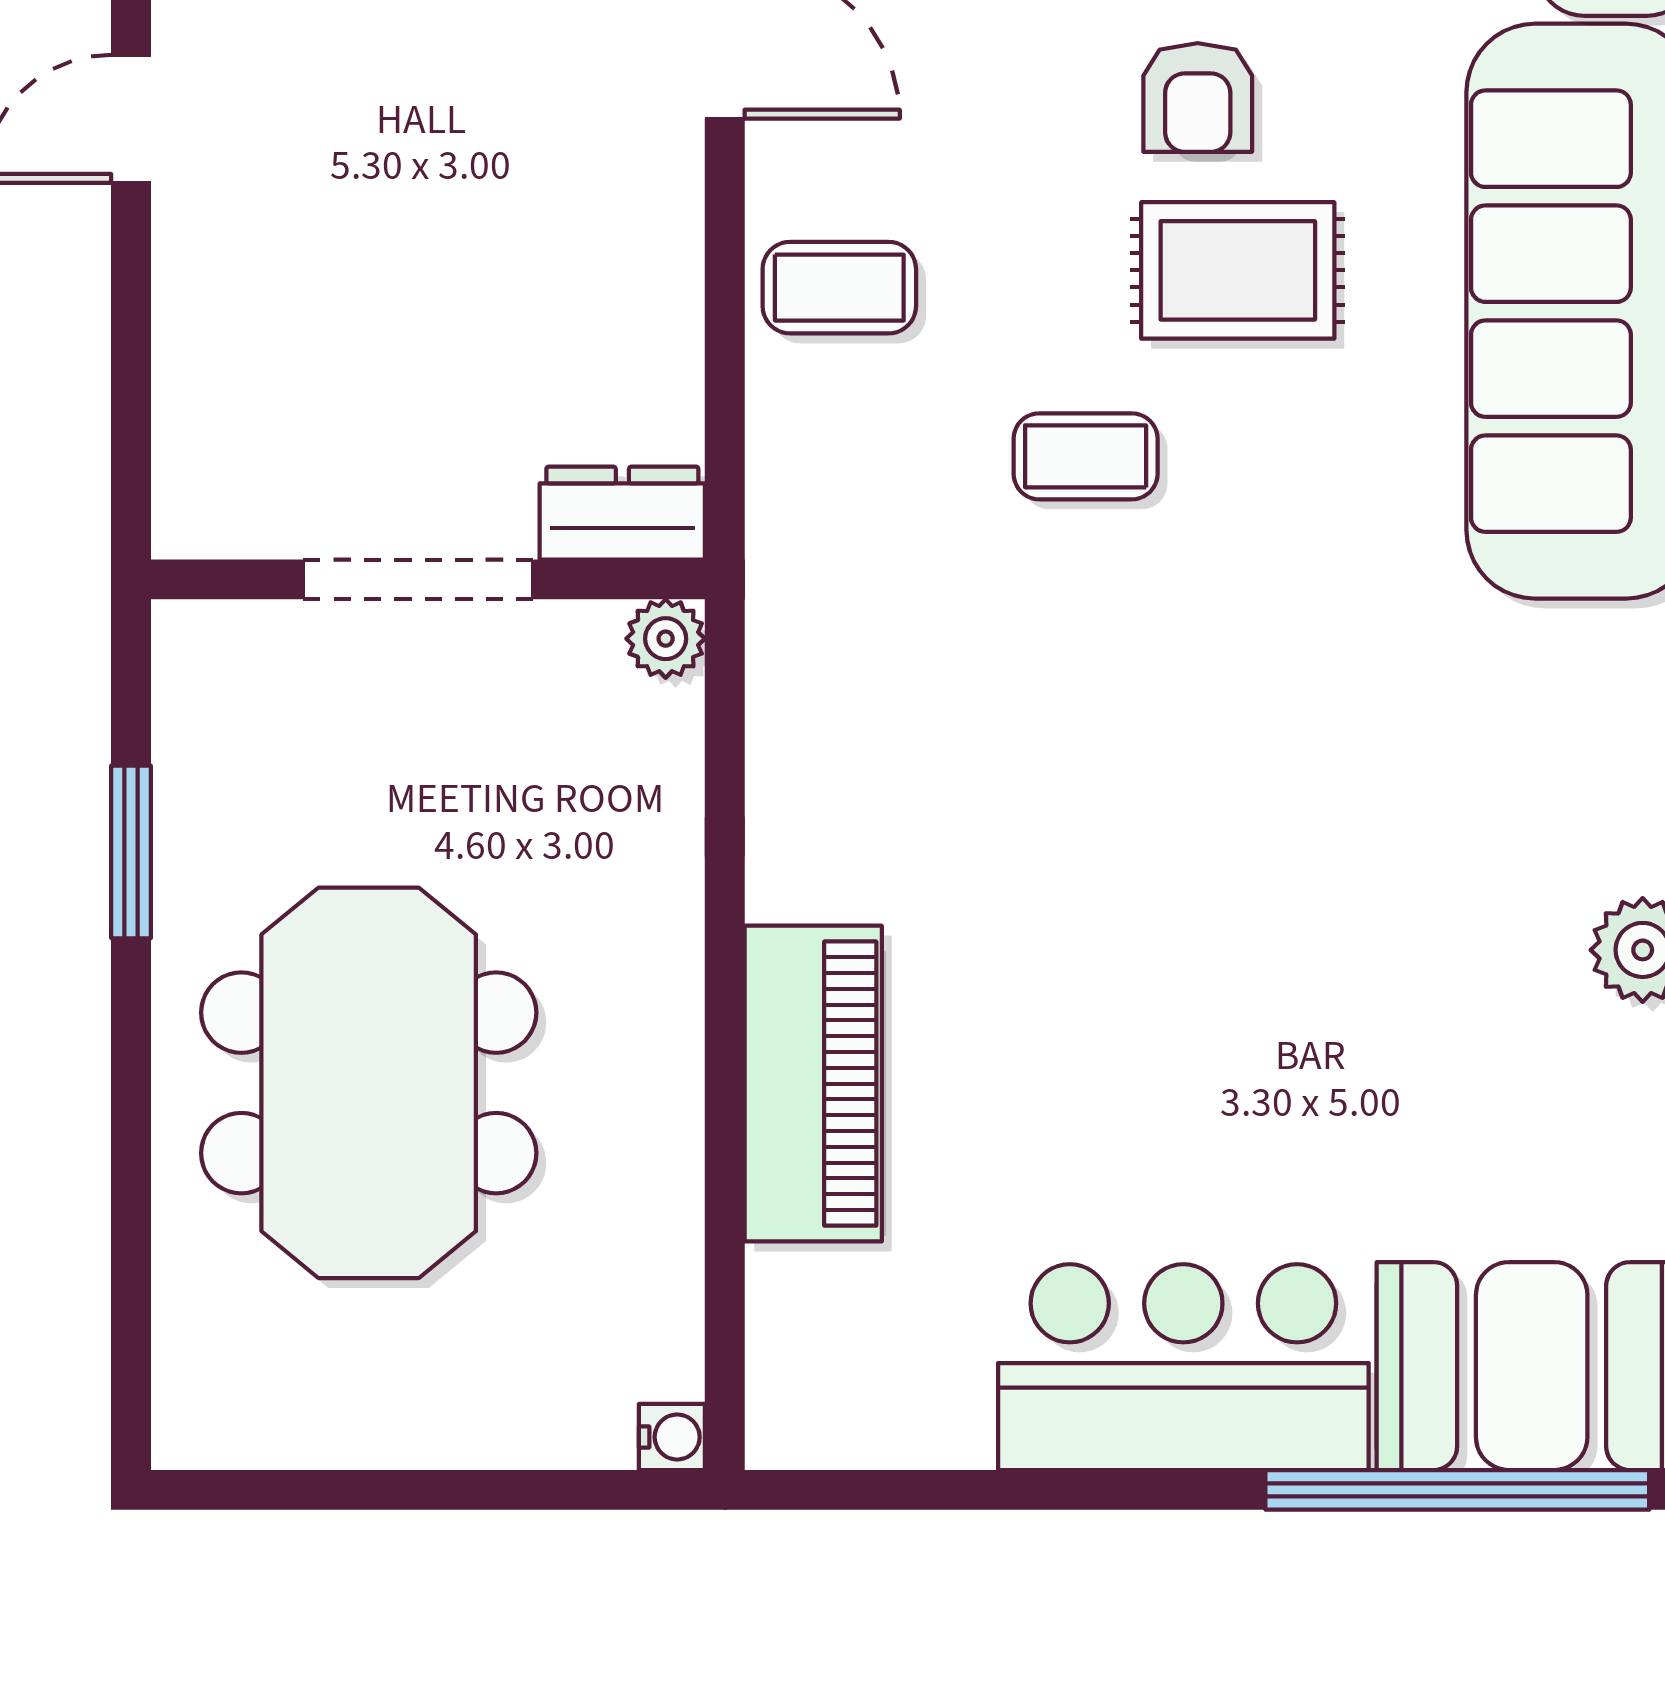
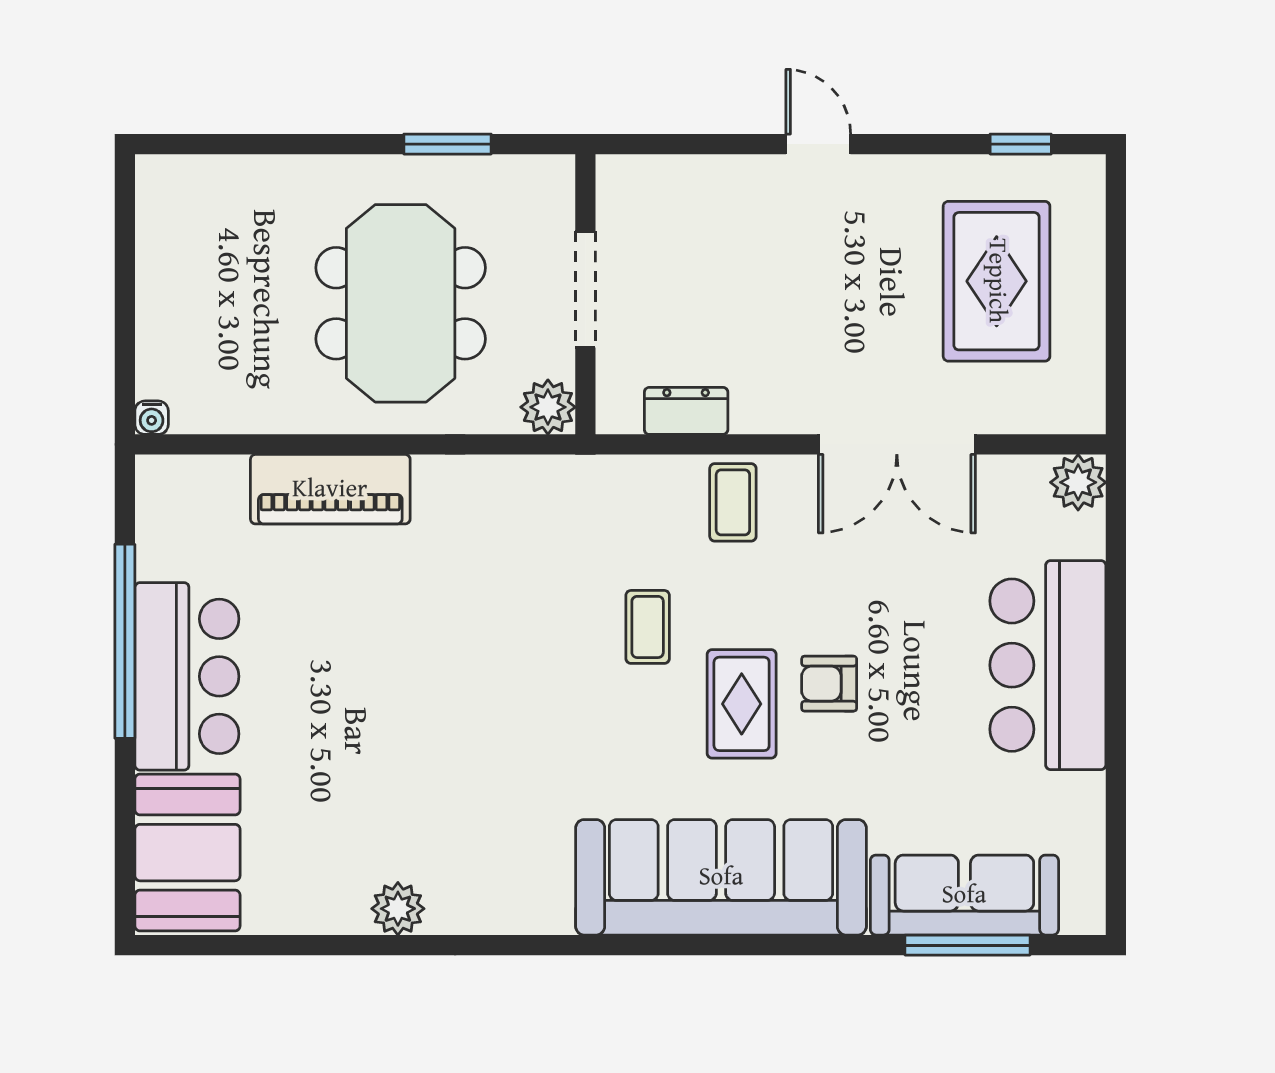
dresser: (622, 513) -> (686, 411), moved, turned -90
plant: (666, 639) -> (548, 407), width x1.38, depth x1.38
meeting table: (369, 1083) -> (401, 303), moved, turned 90
window: (1457, 1490) -> (125, 641), moved

